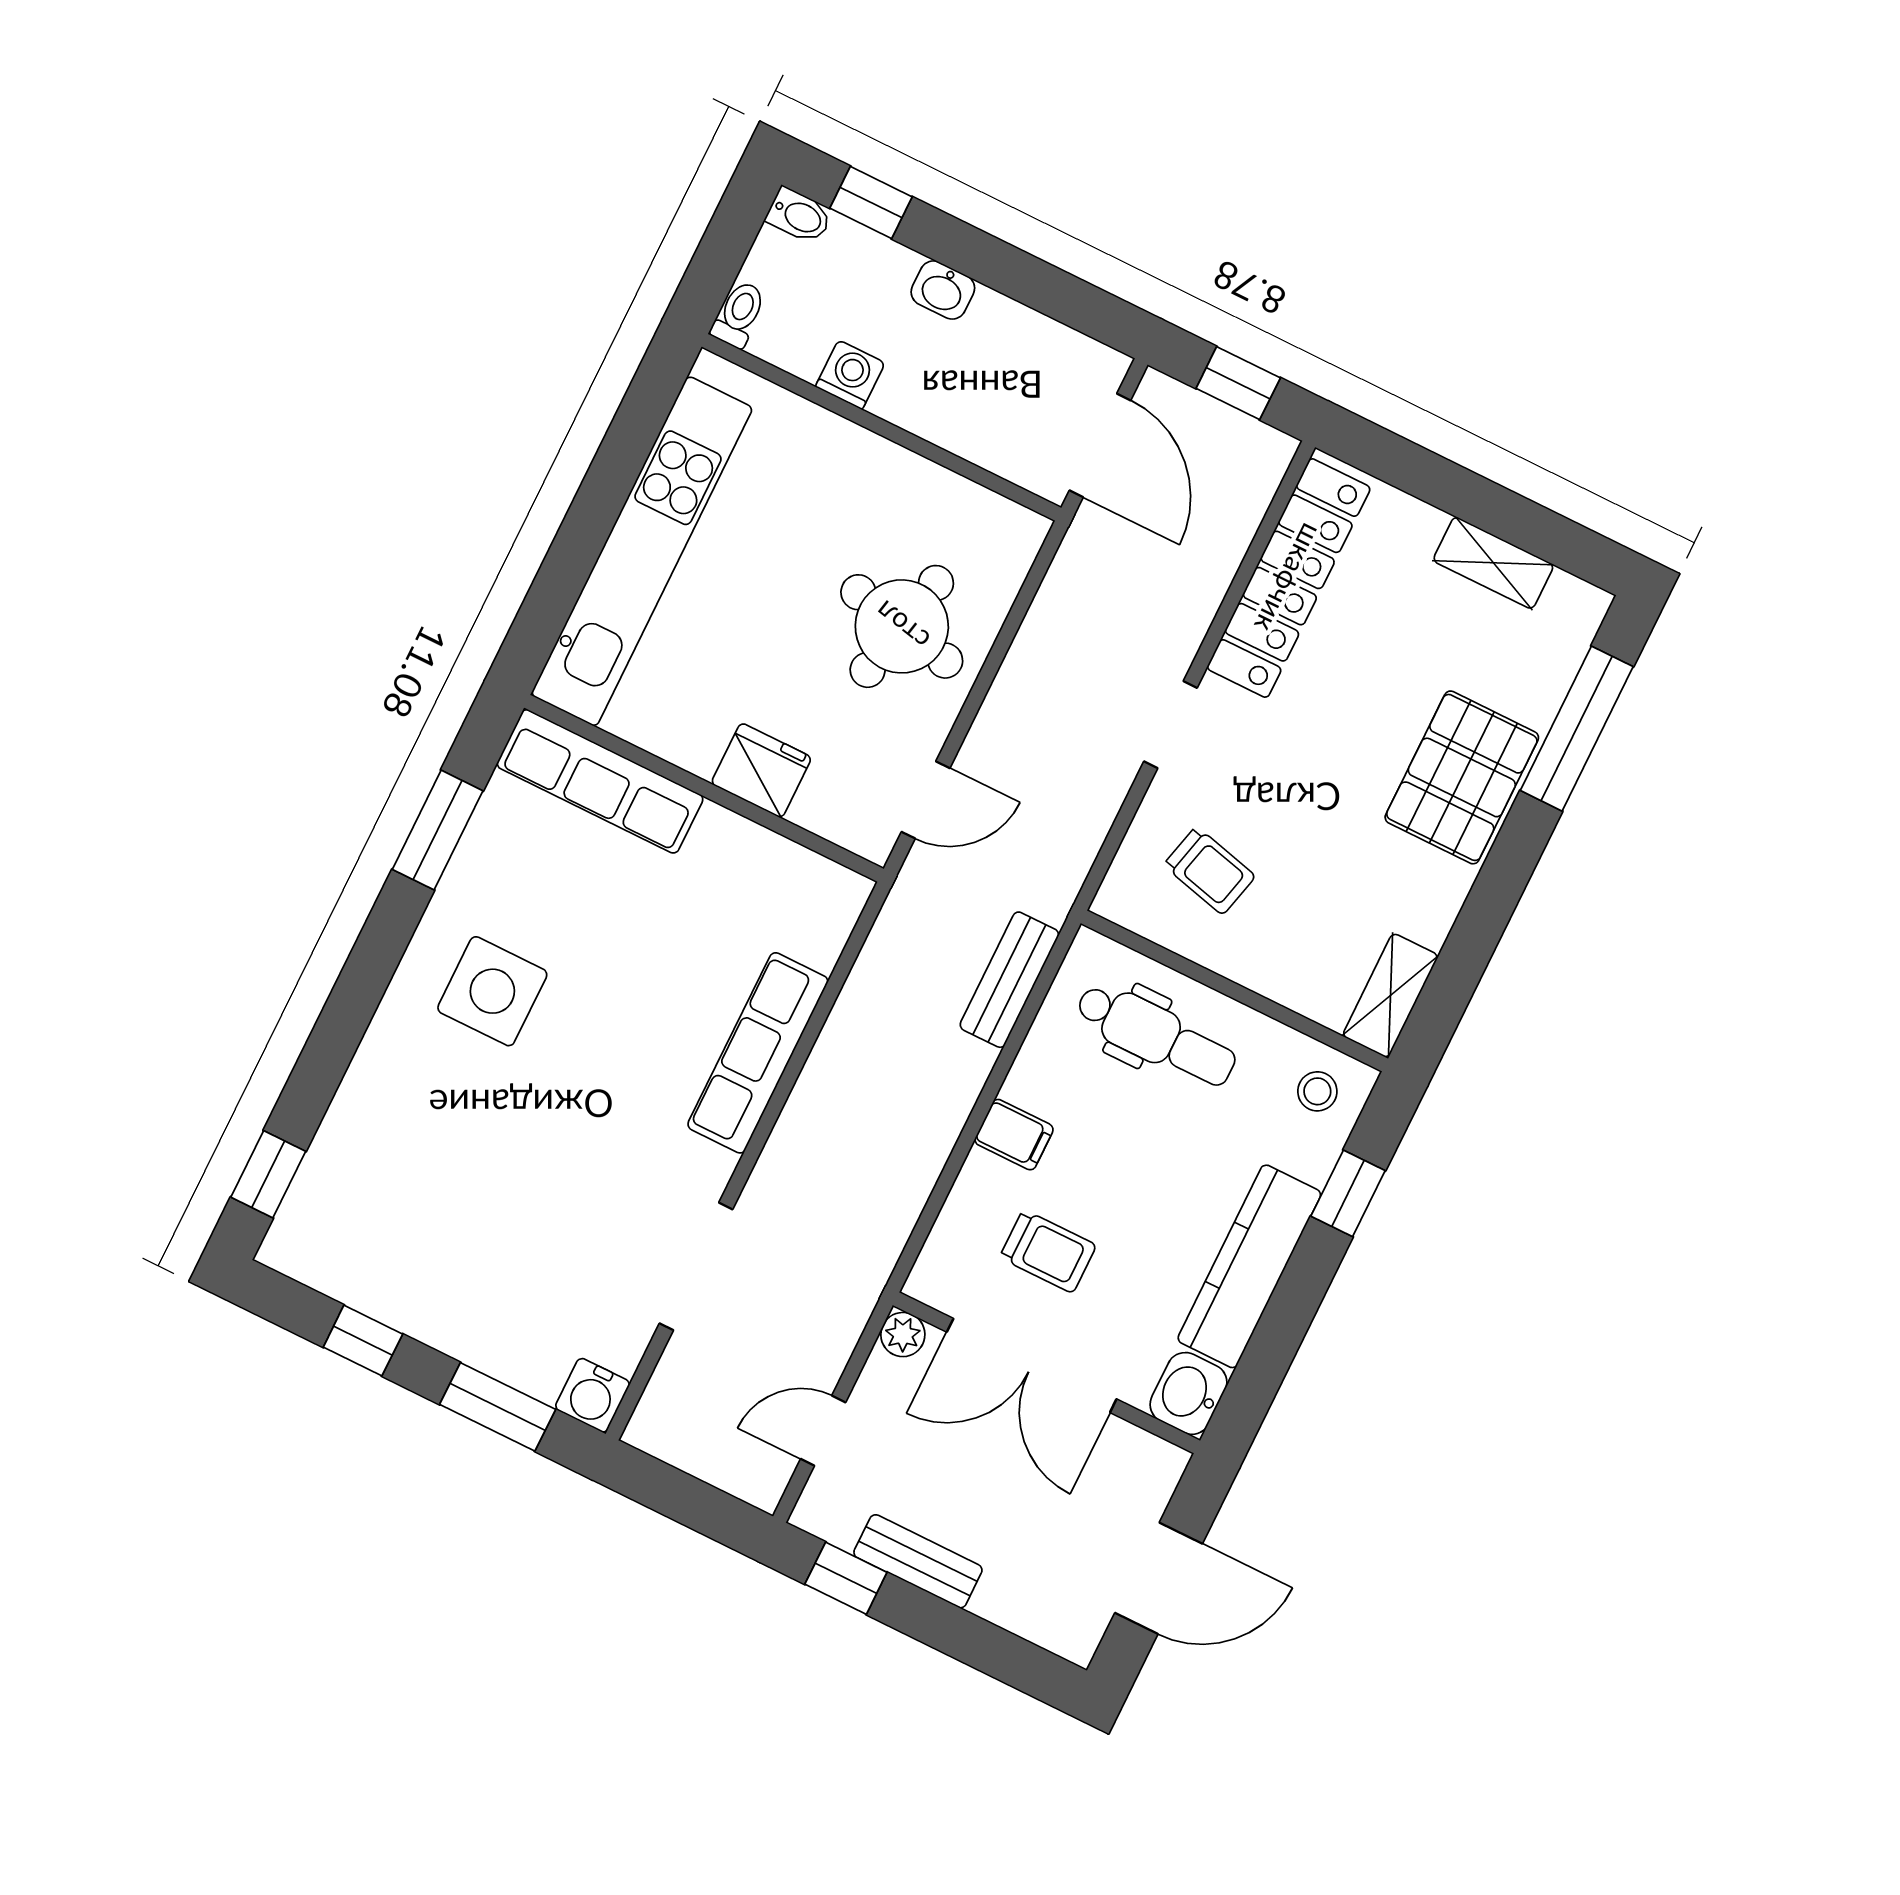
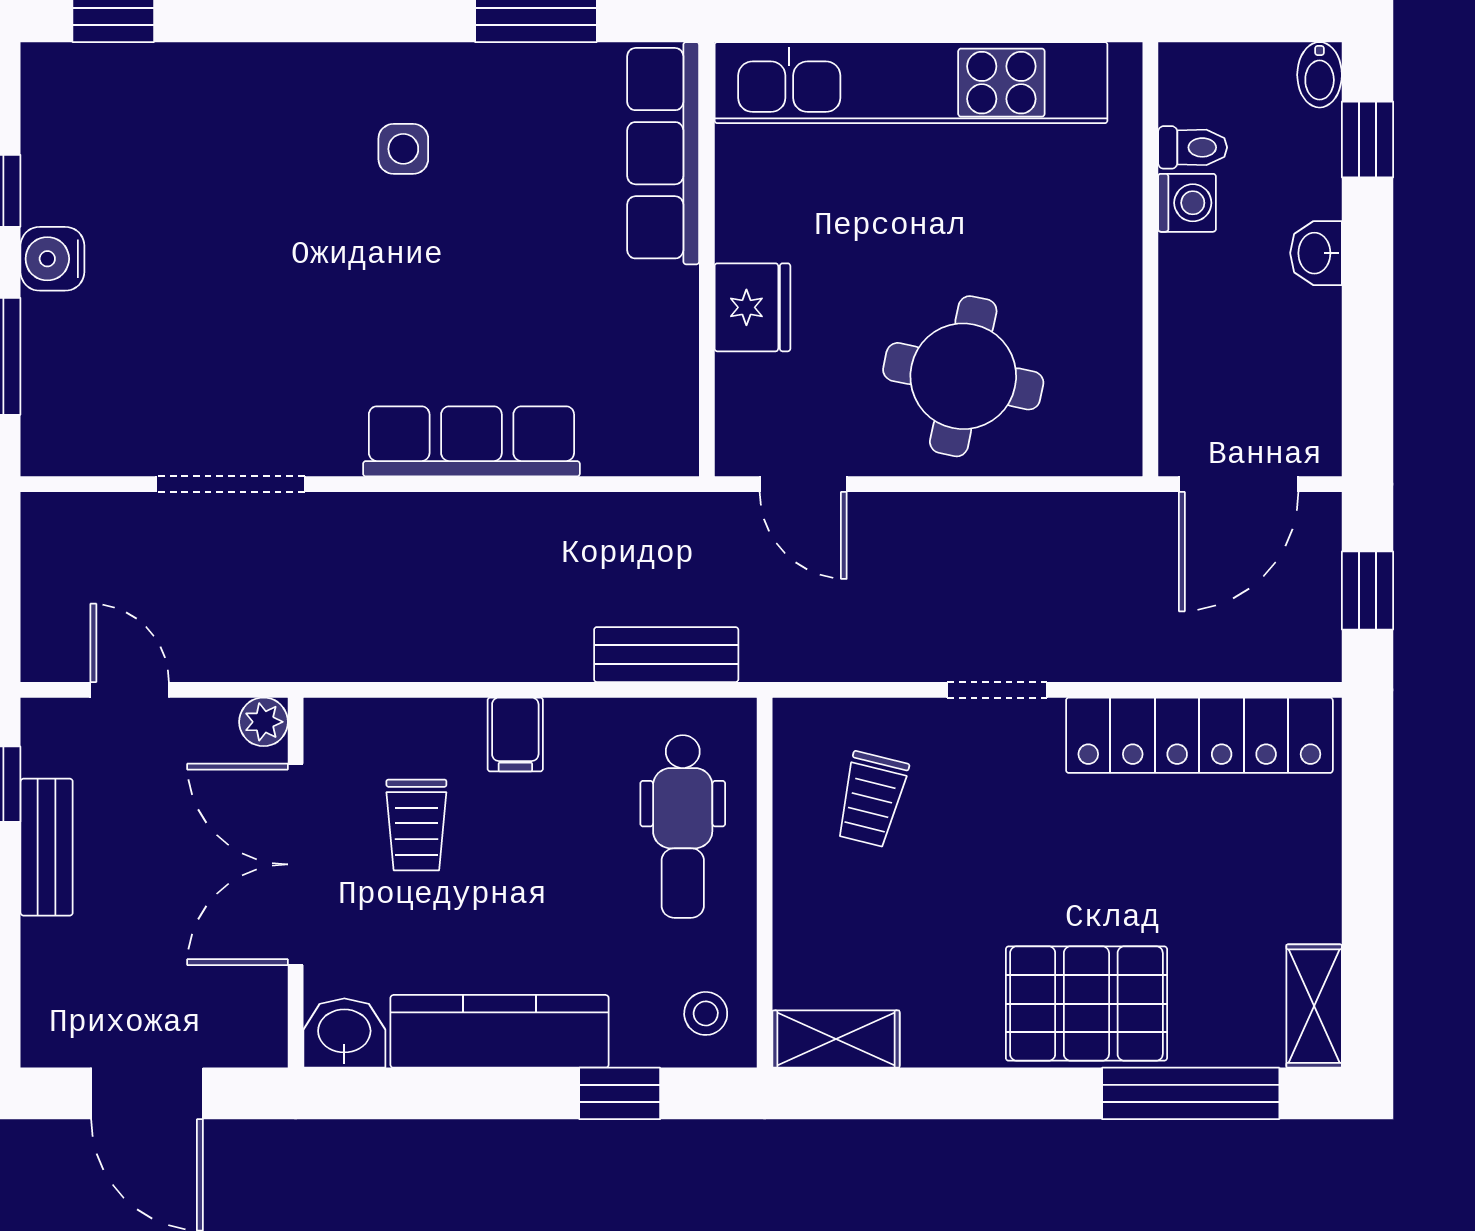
toilet: (739, 314) -> (1193, 147), moved
shelving: (1493, 563) -> (1314, 1006), moved
side table: (492, 991) -> (403, 149), width x0.54, depth x0.54
water cooler: (593, 1395) -> (52, 259), moved

